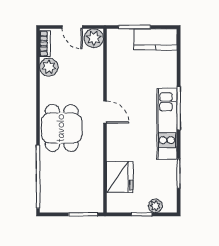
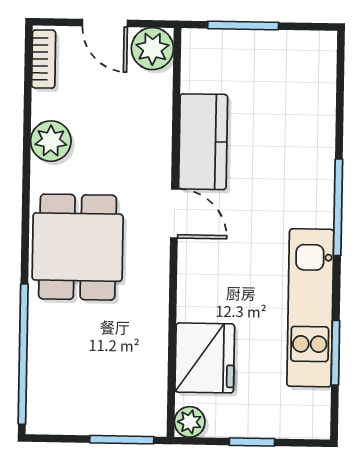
kitchen counter: (156, 39) -> (203, 142), moved, turned -90
plant: (49, 67) -> (51, 141), moved
kitchen unit: (167, 124) -> (310, 308), moved
plant: (155, 206) -> (190, 422), moved

